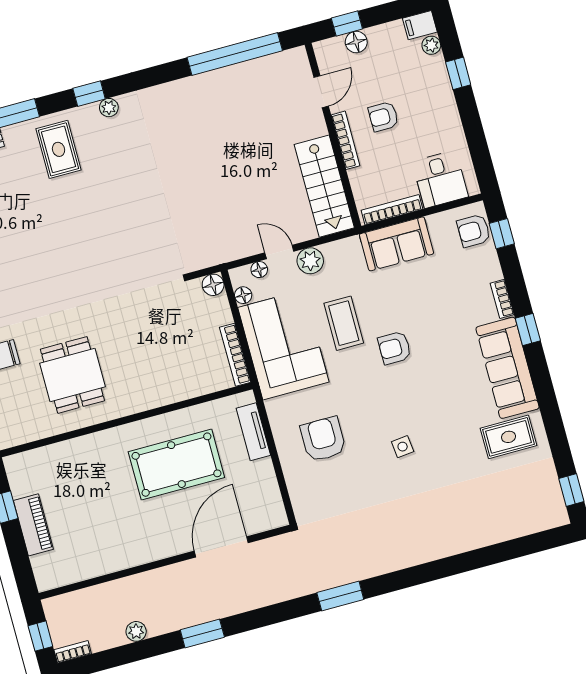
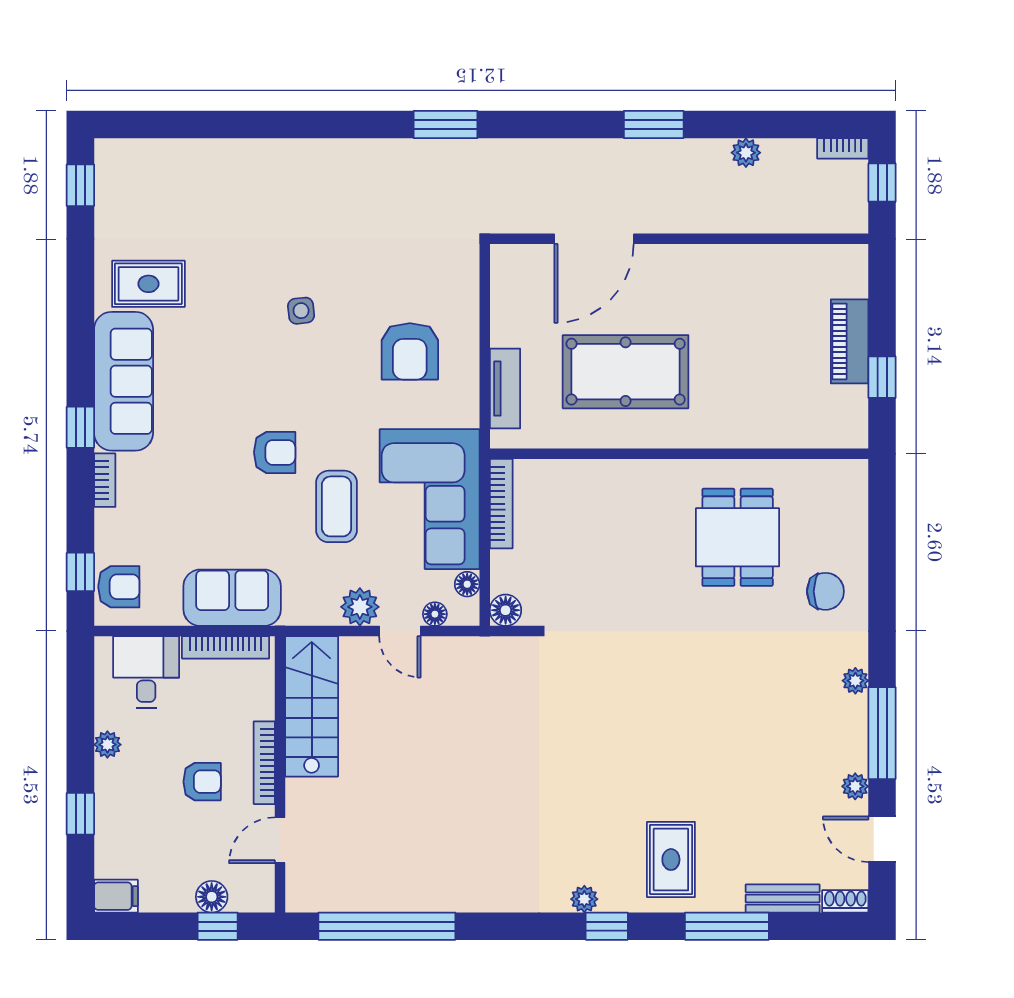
plant: (431, 45) -> (107, 745), moved

